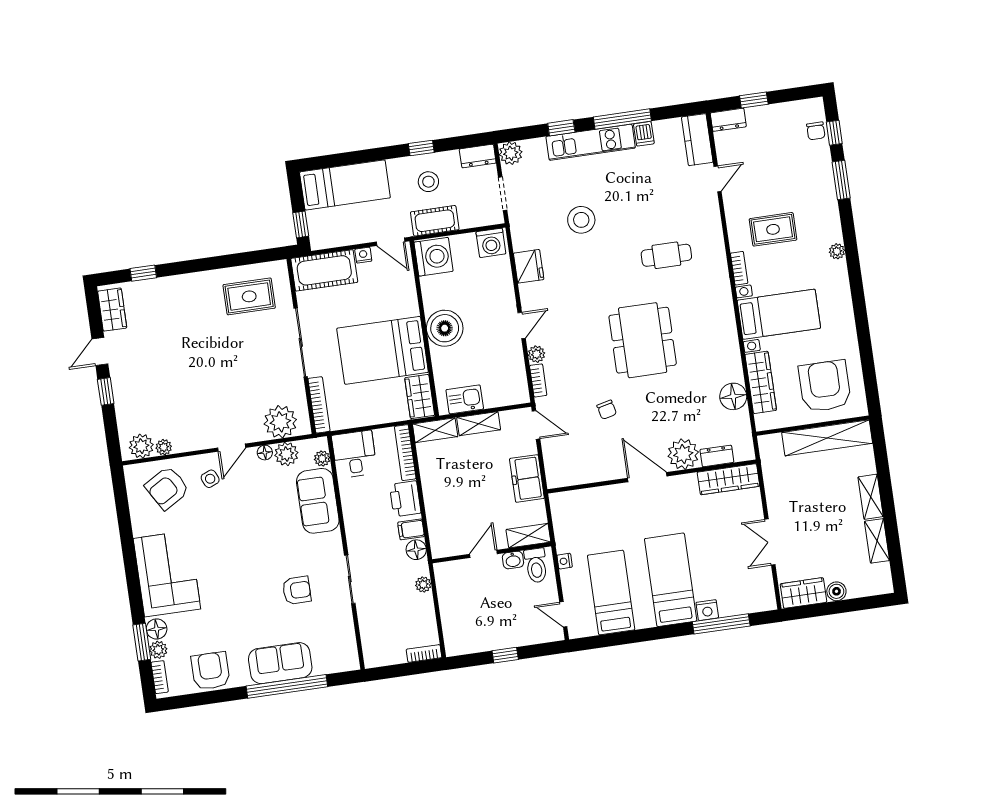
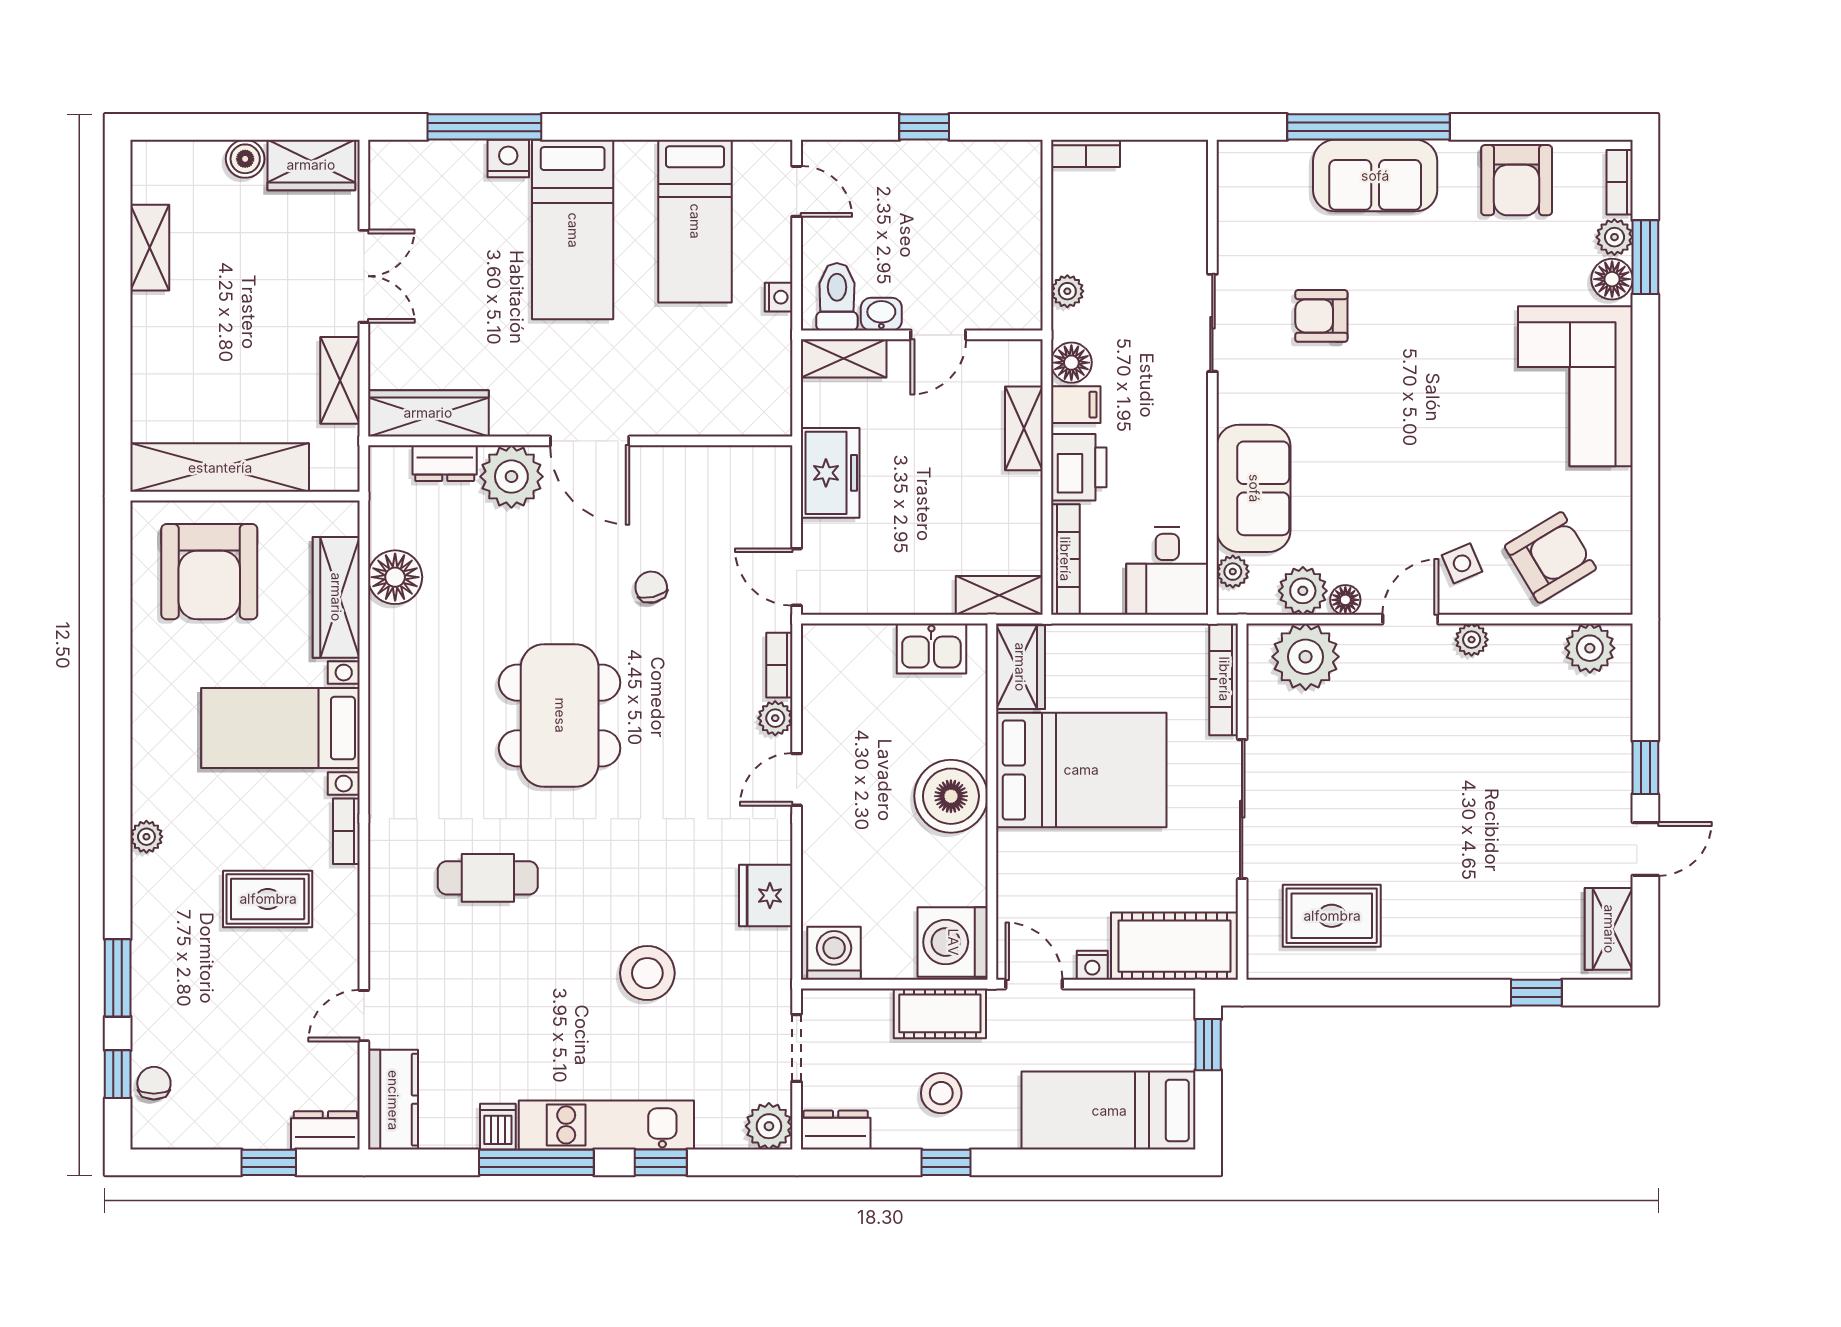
shelving: (479, 424) -> (1024, 428), moved, turned 90
plant: (164, 447) -> (1472, 640), moved
shelving: (871, 497) -> (340, 380), moved

